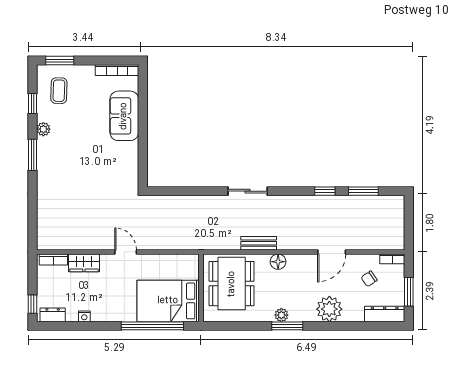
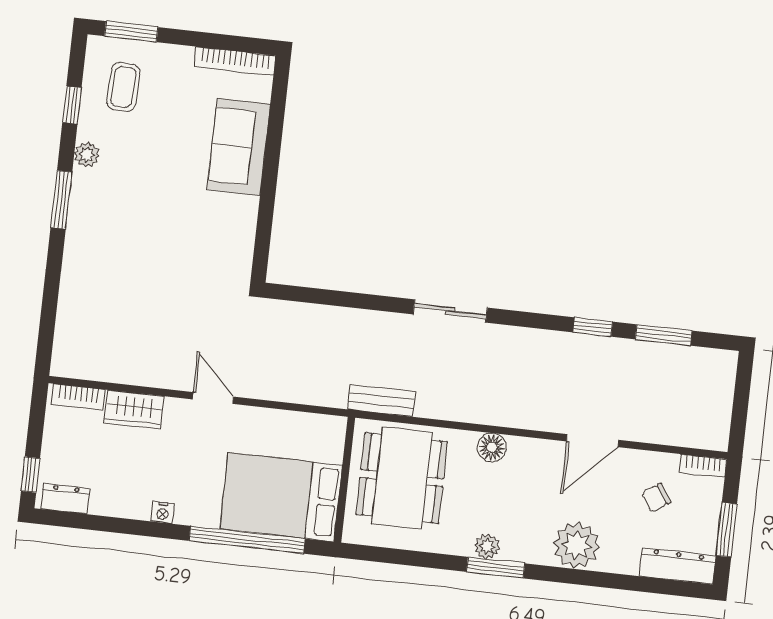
bench: (259, 243) -> (381, 401), moved
nightstand: (84, 316) -> (163, 513), moved

